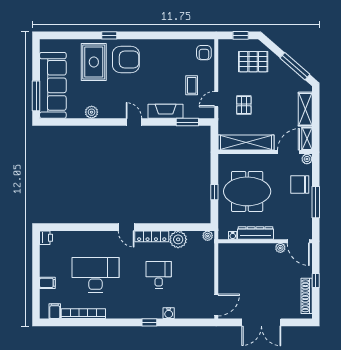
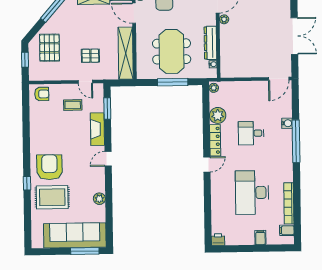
window: (214, 192) -> (173, 82), width x2.17
door: (216, 305) -> (279, 79), swing flipped
window: (149, 322) -> (296, 141), width x3.17

